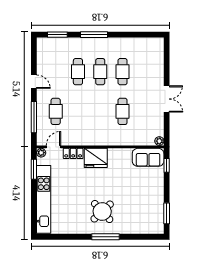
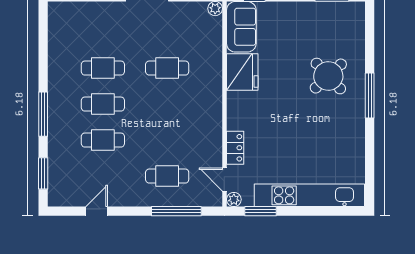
door: (34, 82) -> (97, 211), moved
fridge: (96, 158) -> (242, 72), moved
round table: (102, 212) -> (328, 76), moved

